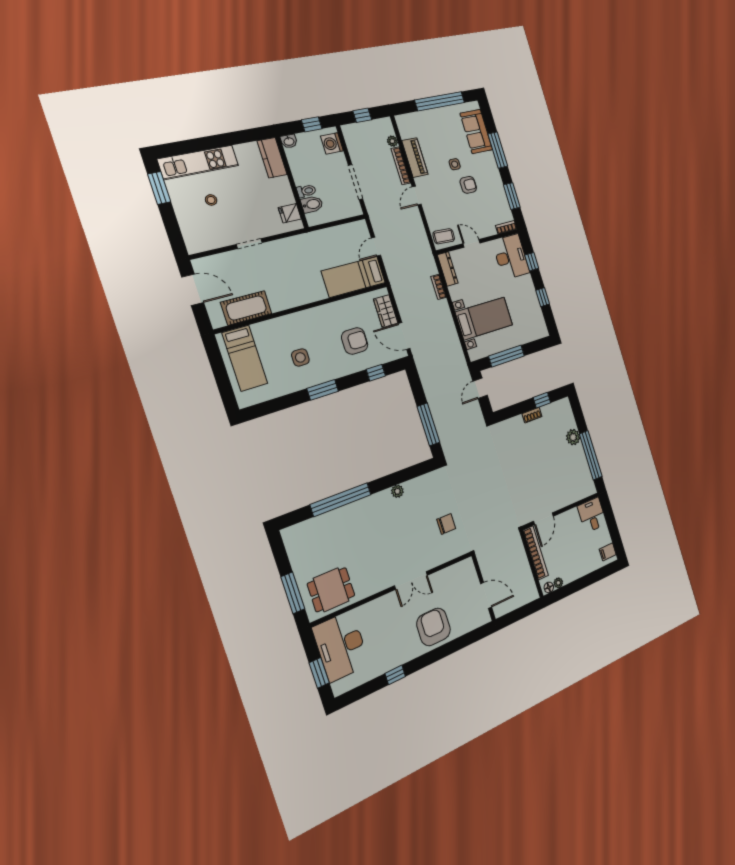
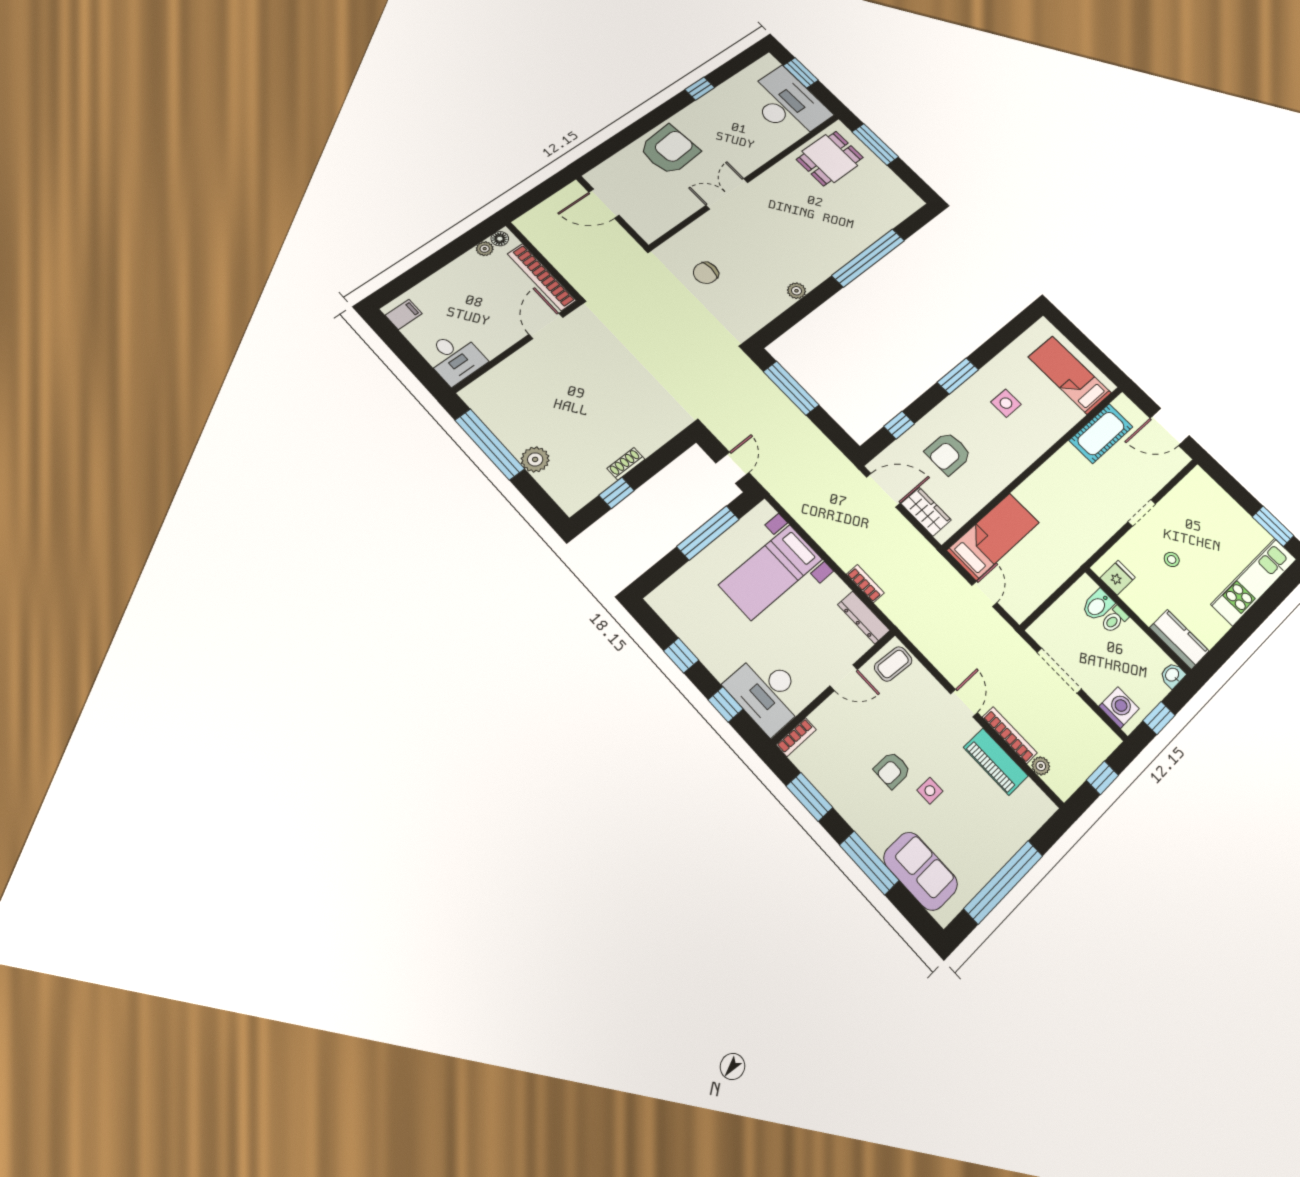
stool: (211, 200) -> (1172, 559), moved
armchair: (434, 627) -> (669, 150), turned -95

